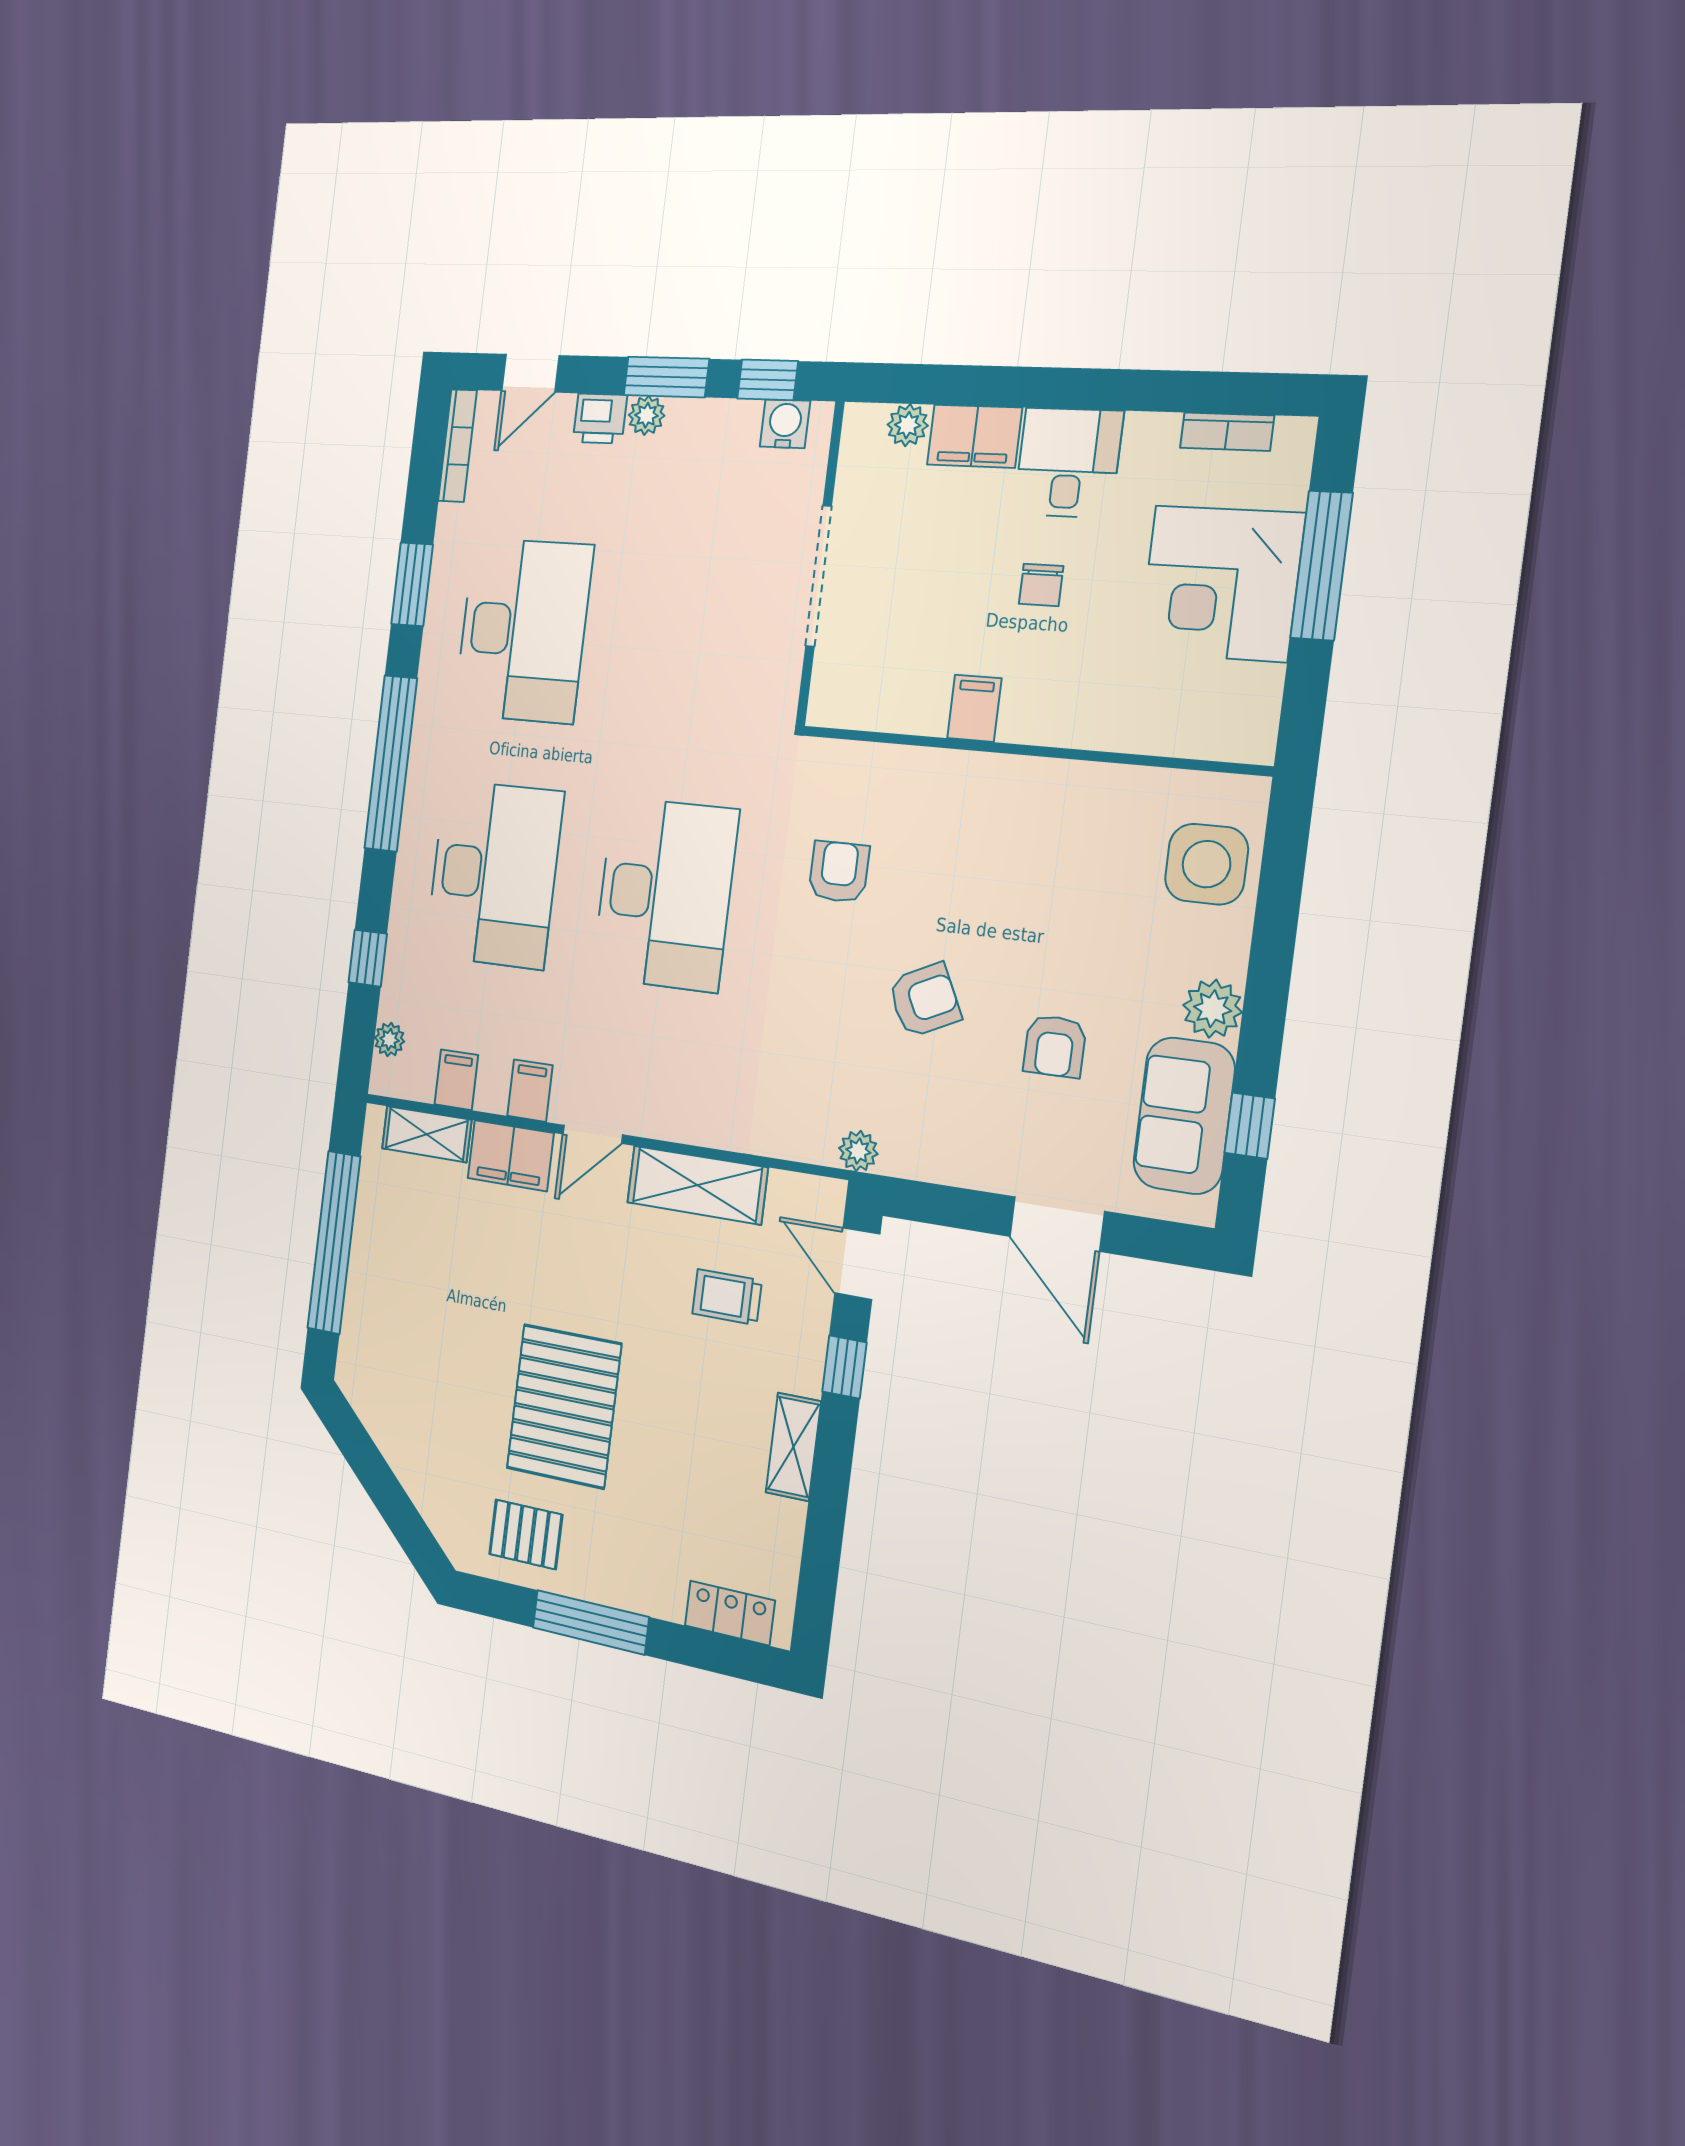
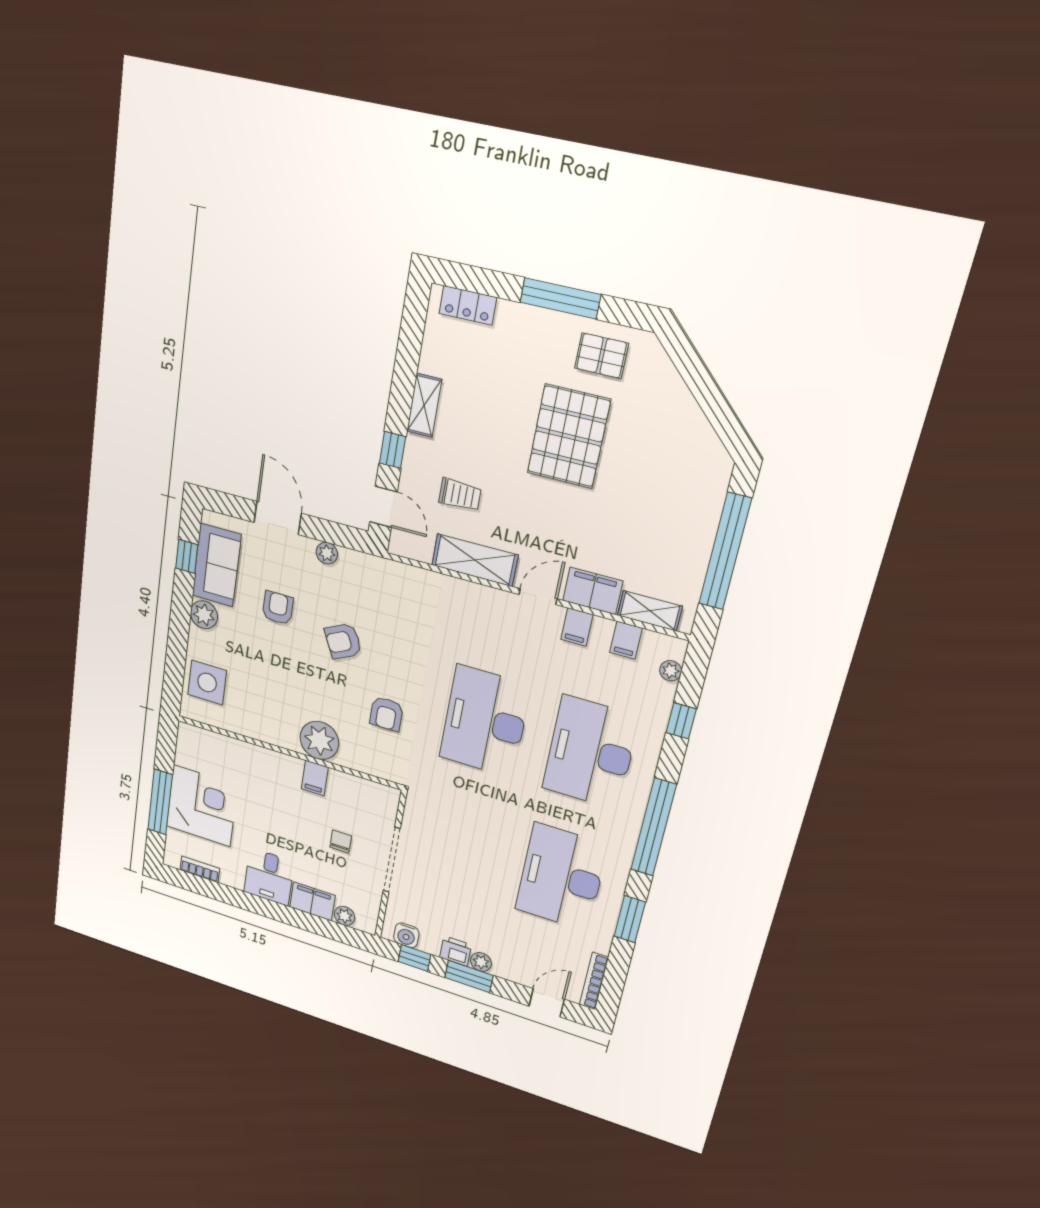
printer: (600, 419) -> (456, 951), moved
chair: (1041, 585) -> (341, 842), moved
plant: (967, 790) -> (319, 740), added
plant: (858, 1151) -> (327, 553), moved

